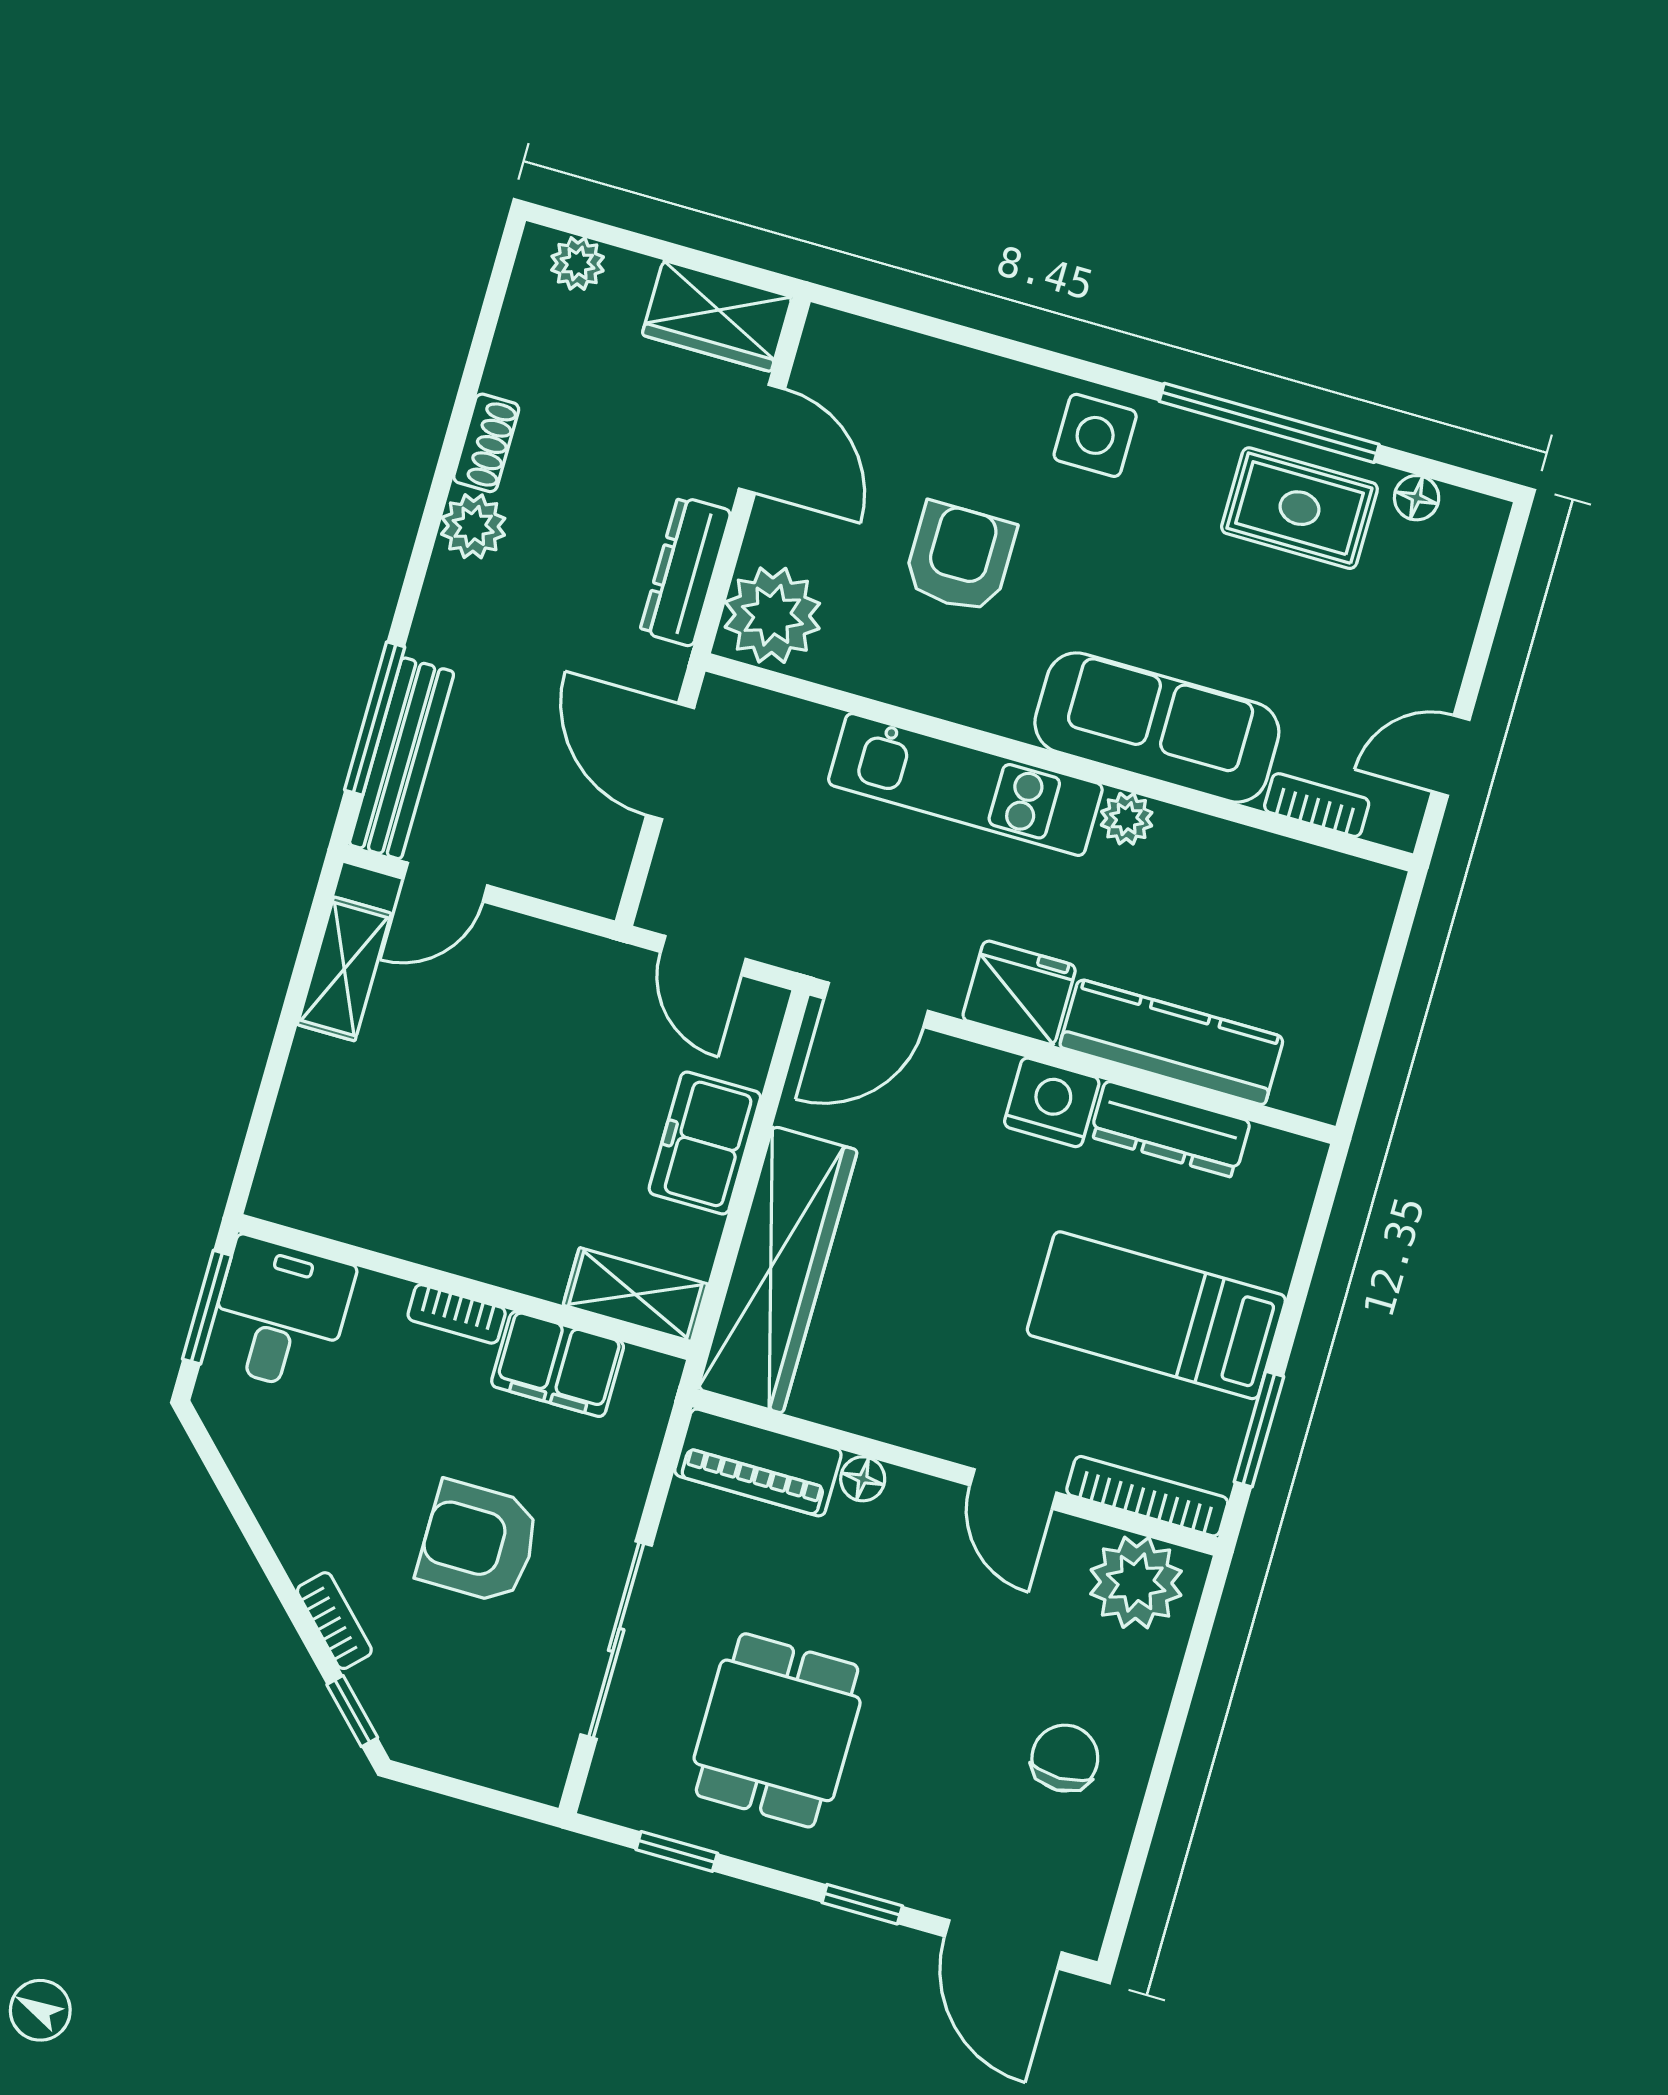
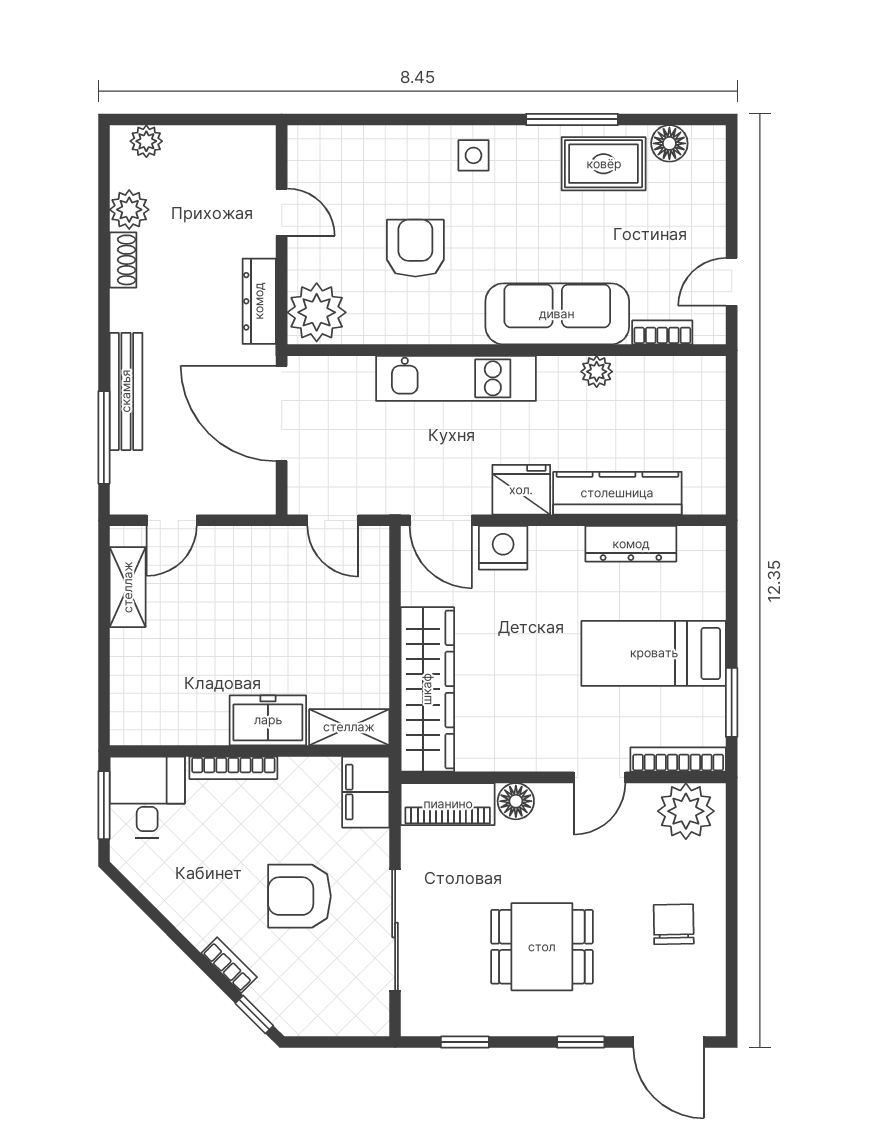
wardrobe: (717, 316) -> (236, 149), removed
window: (1269, 423) -> (572, 119), width x0.68
side table: (1095, 435) -> (473, 155), width x0.73, depth x0.73
door: (762, 439) -> (282, 212), width x0.73
floor lamp: (1417, 498) -> (669, 143), width x1.37, depth x1.37
plant: (473, 526) -> (129, 210), moved
bench: (402, 758) -> (126, 391), moved
door: (670, 761) -> (282, 414), width x1.36
plant: (1127, 819) -> (597, 372), moved
door: (876, 1005) -> (441, 520), hinge flipped
nightstand: (1052, 1102) -> (503, 548), moved
freezer: (705, 1143) -> (268, 720), moved, turned 90
bookcase: (457, 1314) -> (233, 768), width x1.56
filing cabinet: (558, 1364) -> (366, 792), moved, turned 90
floor lamp: (863, 1479) -> (516, 801), width x1.37, depth x1.37
door: (1013, 1489) -> (600, 777), hinge flipped
dining table: (777, 1730) -> (542, 947), moved, turned 90

